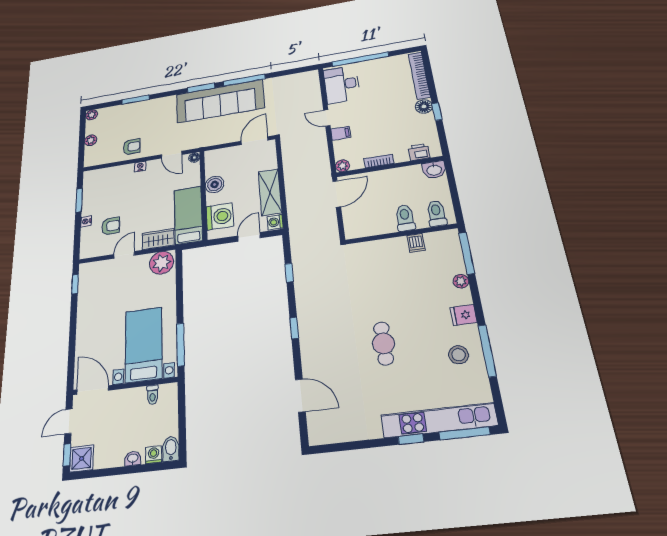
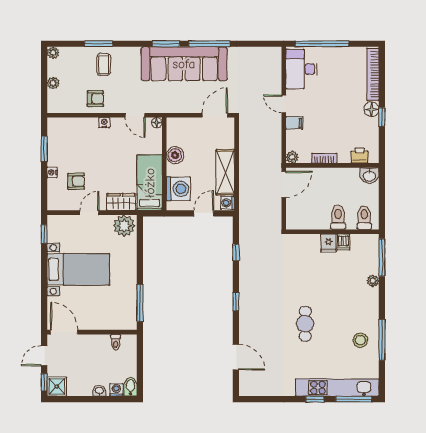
coffee table: (140, 116) -> (104, 65), added
fridge: (464, 315) -> (328, 243), moved, turned -90
bed with nightstands: (144, 345) -> (78, 269), moved, turned 90

